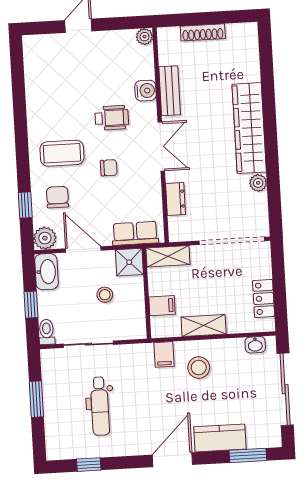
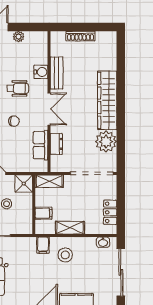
plant: (144, 37) -> (19, 37), moved
plant: (258, 183) -> (106, 142), width x1.88, depth x1.88
row of seats: (135, 233) -> (40, 145), moved, turned -90

